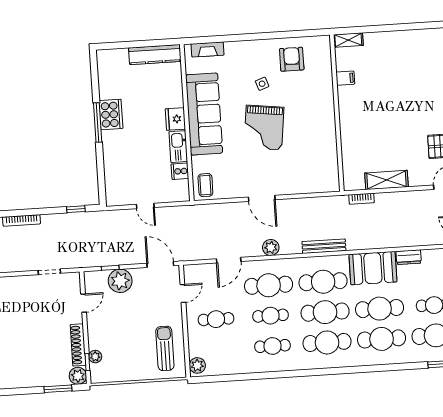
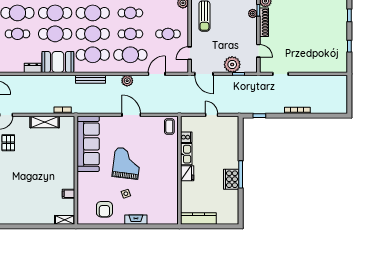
fireplace: (208, 49) -> (136, 220), moved
sofa: (204, 114) -> (88, 144), moved, turned 180
door: (84, 303) -> (258, 51), swing flipped

